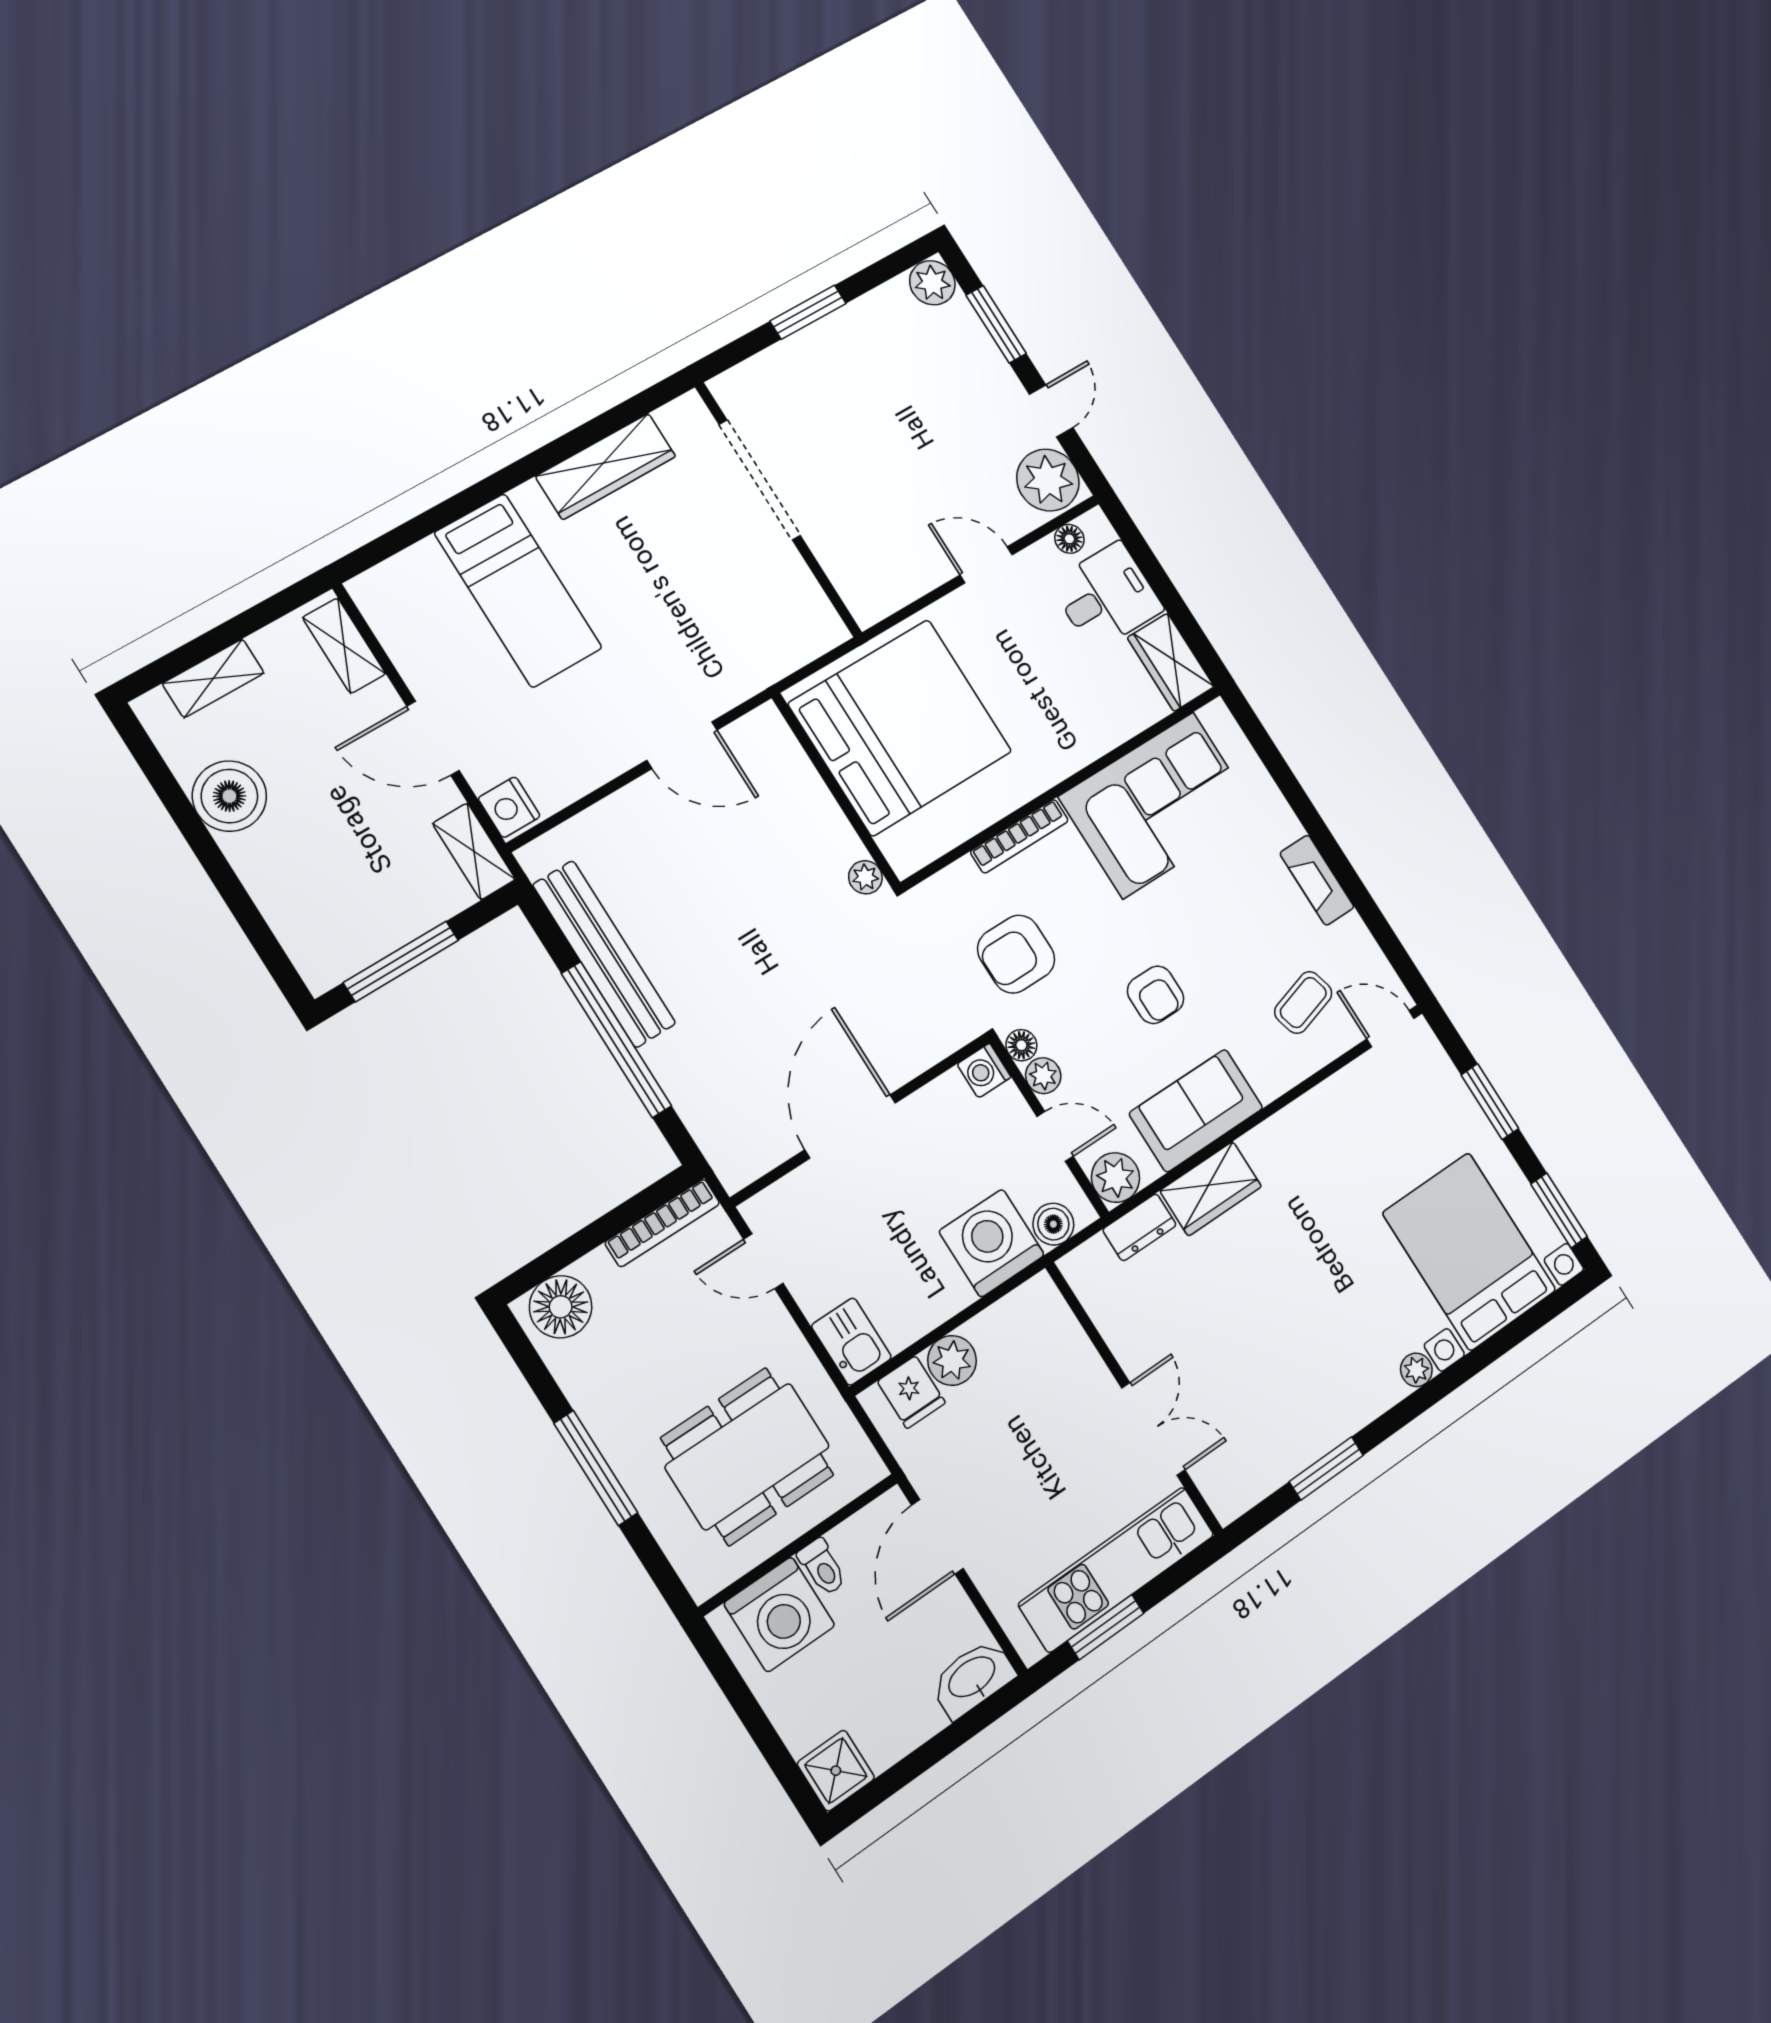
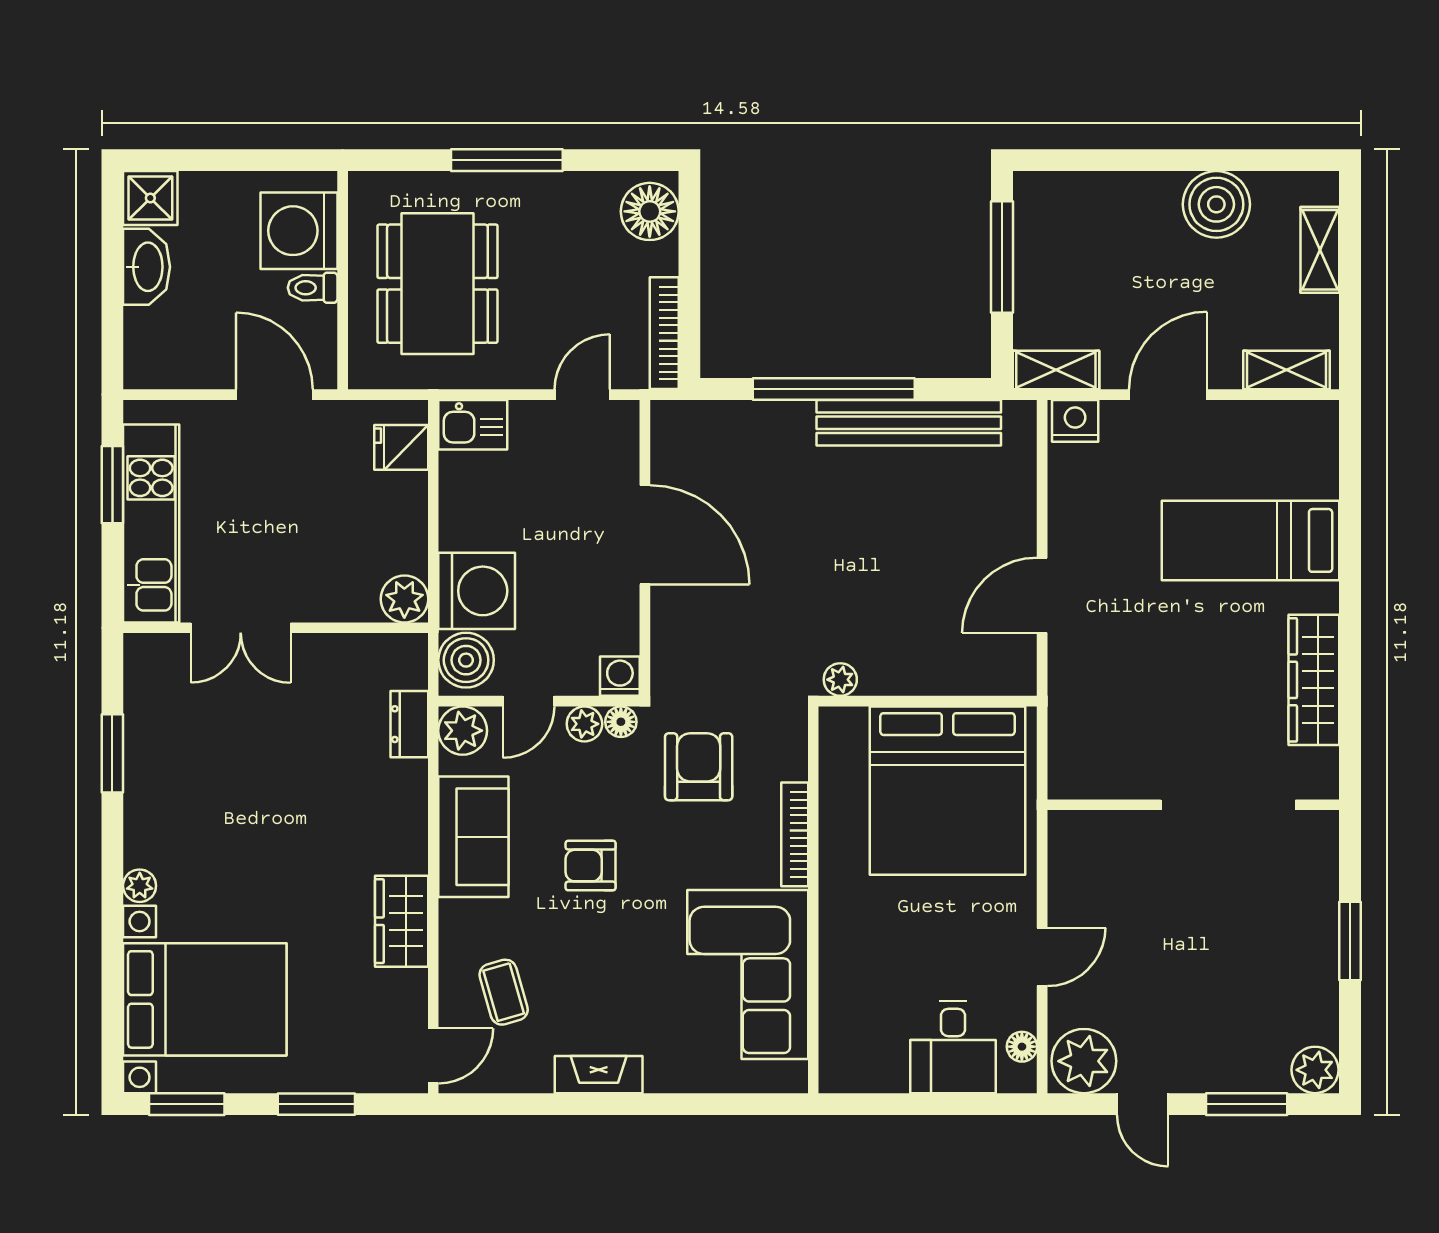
wardrobe: (1171, 662) -> (863, 1068), removed
wardrobe: (1211, 1189) -> (402, 921), moved
boiler: (1053, 1224) -> (466, 660), width x1.36, depth x1.36
plant: (952, 1360) -> (404, 599), moved
washbasin: (973, 1678) -> (147, 267), moved

